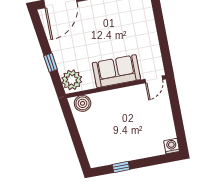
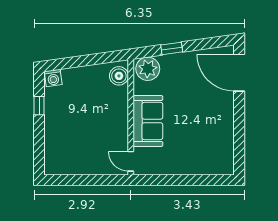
washing machine: (172, 146) -> (53, 78), moved, turned 82

